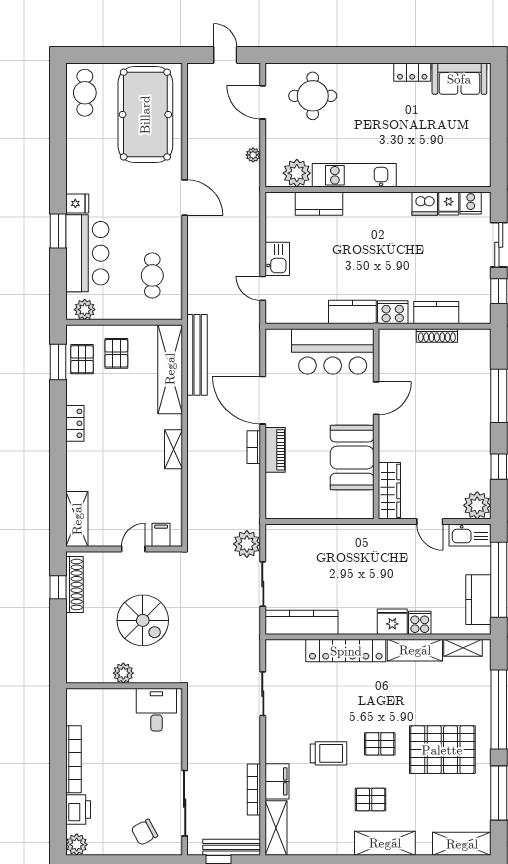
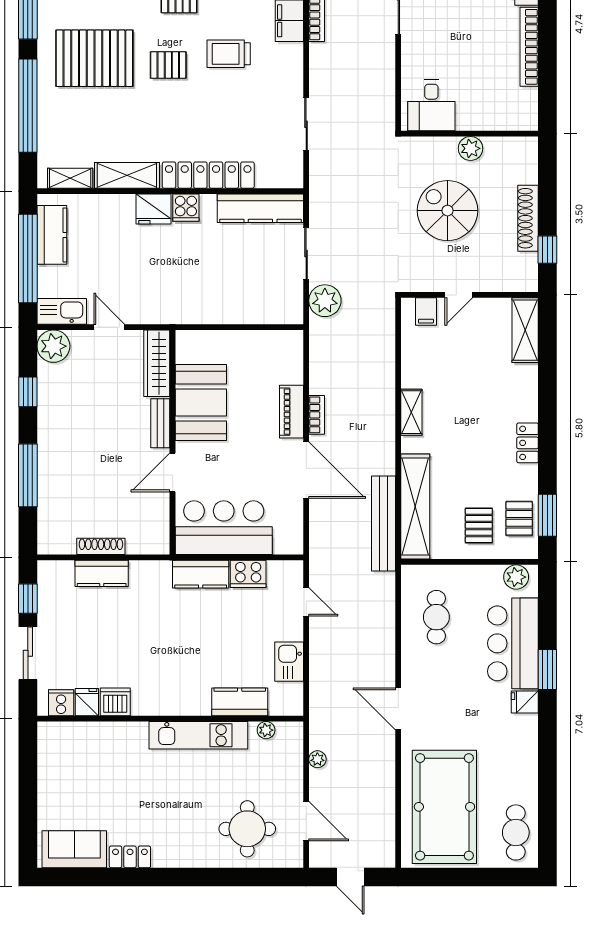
plant: (297, 173) -> (266, 730), width x0.53, depth x0.53
kitchen sink: (277, 259) -> (289, 662), moved
cooker: (393, 312) -> (248, 574), moved
bench: (386, 440) -> (160, 423), added
shoe rack: (74, 584) -> (528, 218), moved
cooker: (420, 623) -> (186, 208), moved

